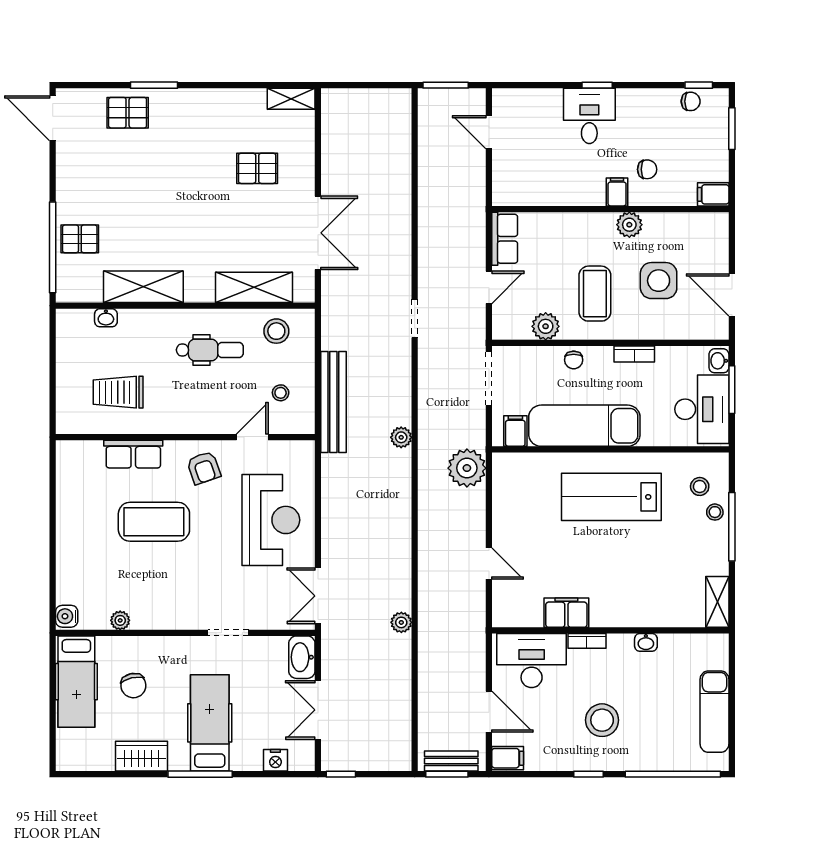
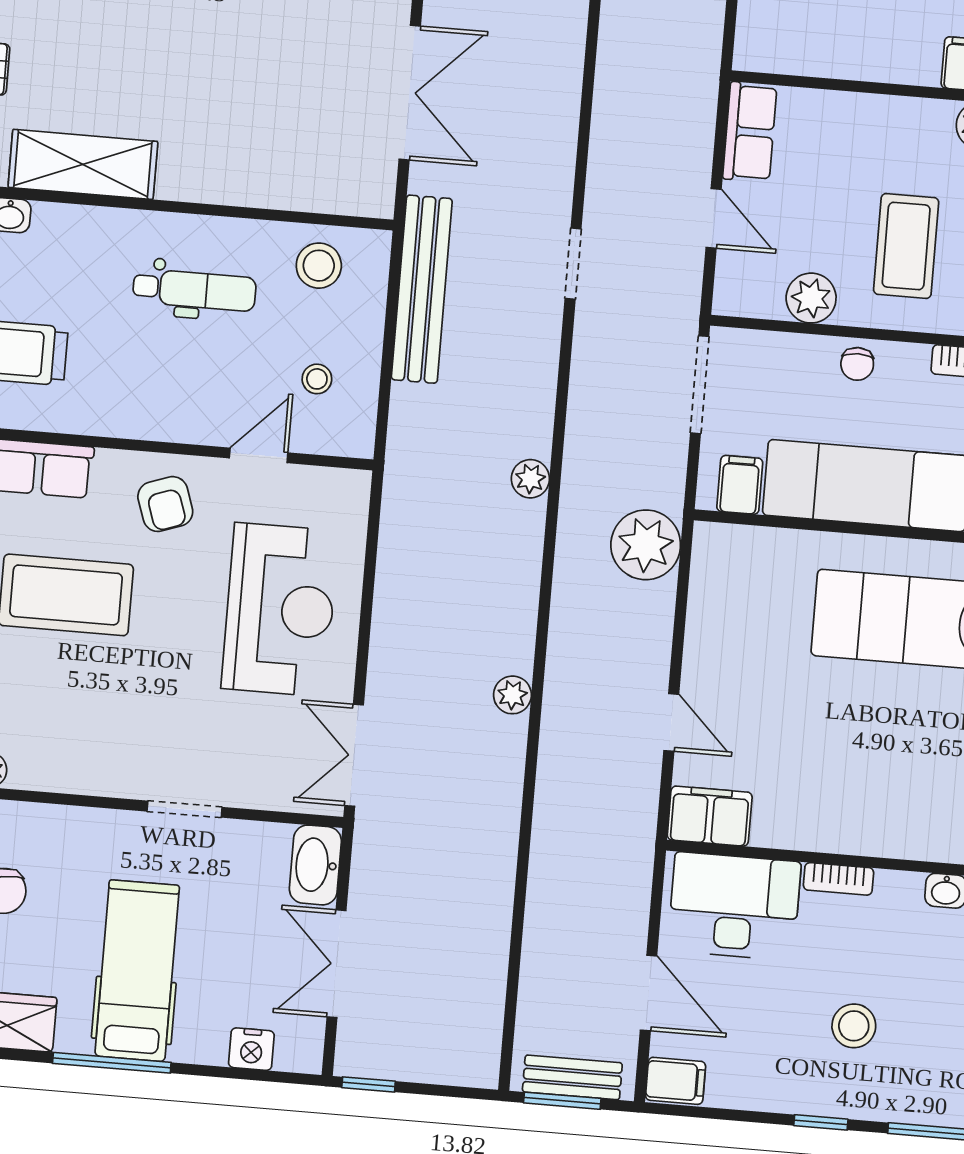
shelving: (254, 287) -> (285, 182), removed
door: (489, 287) -> (714, 218), hinge flipped
bench: (333, 402) -> (422, 289), moved
filing cabinet: (566, 613) -> (710, 816), moved
plant: (401, 622) -> (512, 695), moved
stool: (602, 720) -> (854, 1026), width x0.73, depth x0.73

